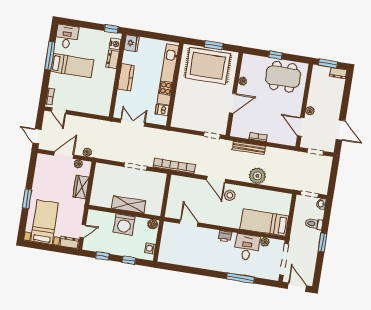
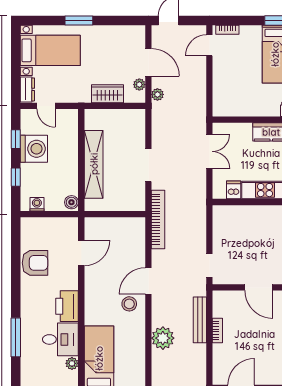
shelving: (129, 205) -> (94, 164), width x1.47
washing machine: (124, 225) -> (34, 149), moved, turned 180
printer: (225, 236) -> (67, 306), width x1.87, depth x1.48
armchair: (191, 256) -> (35, 263), added

